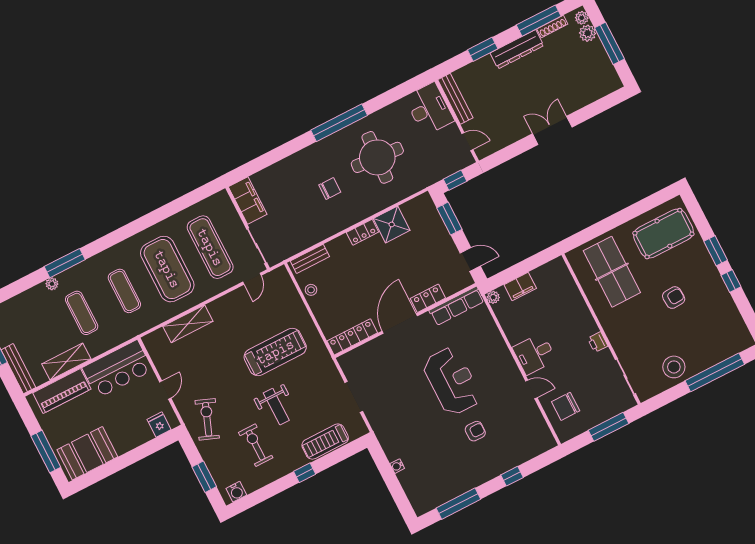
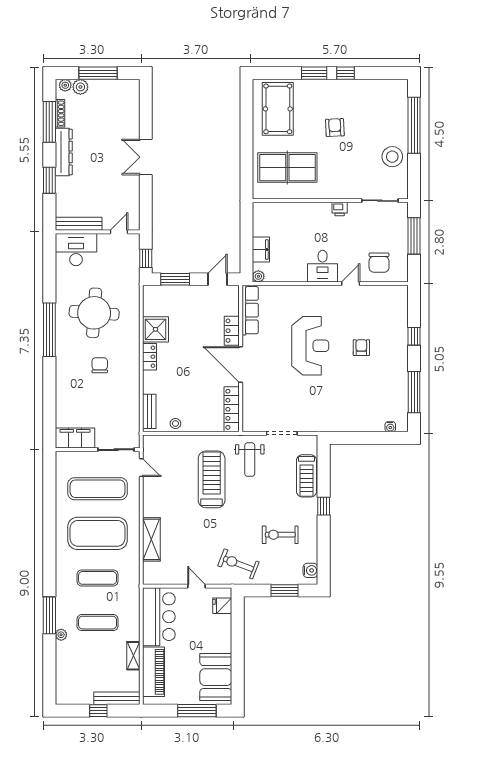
shelving: (66, 361) -> (133, 656), width x0.67, depth x0.75
reception desk: (452, 381) -> (310, 346), turned 90
weight bench: (276, 407) -> (250, 460), moved, turned 90
water cooler: (397, 466) -> (390, 427), moved

